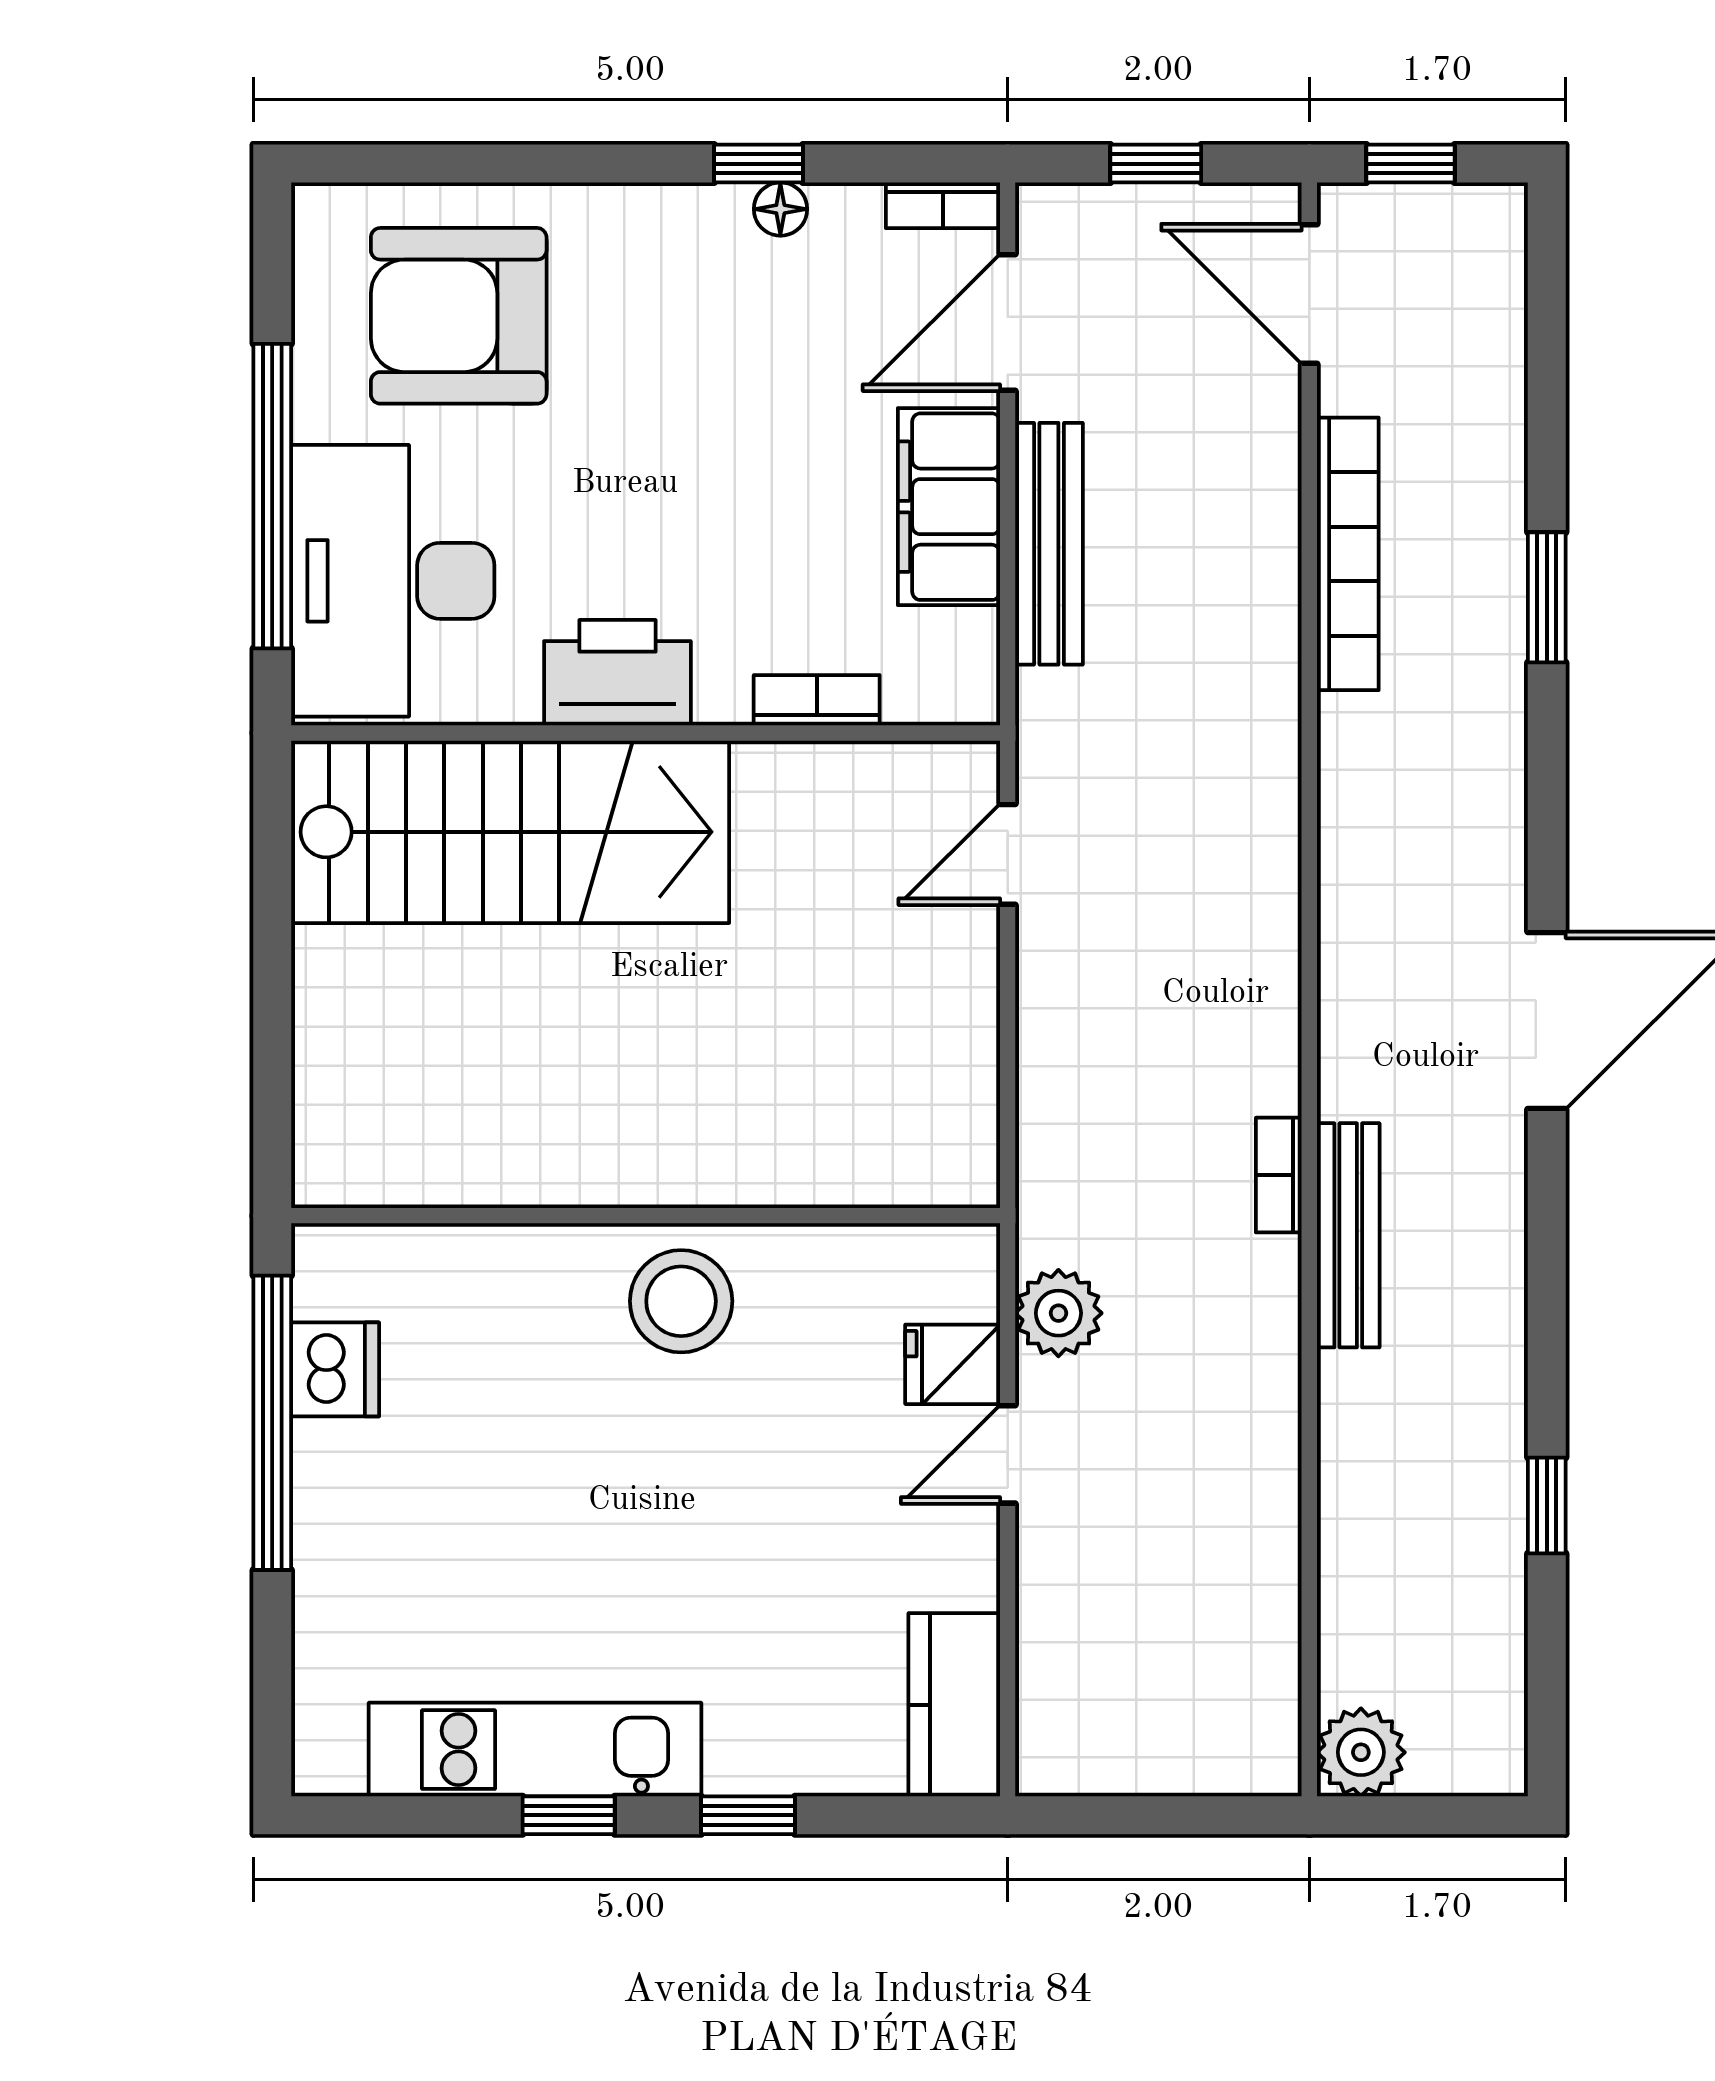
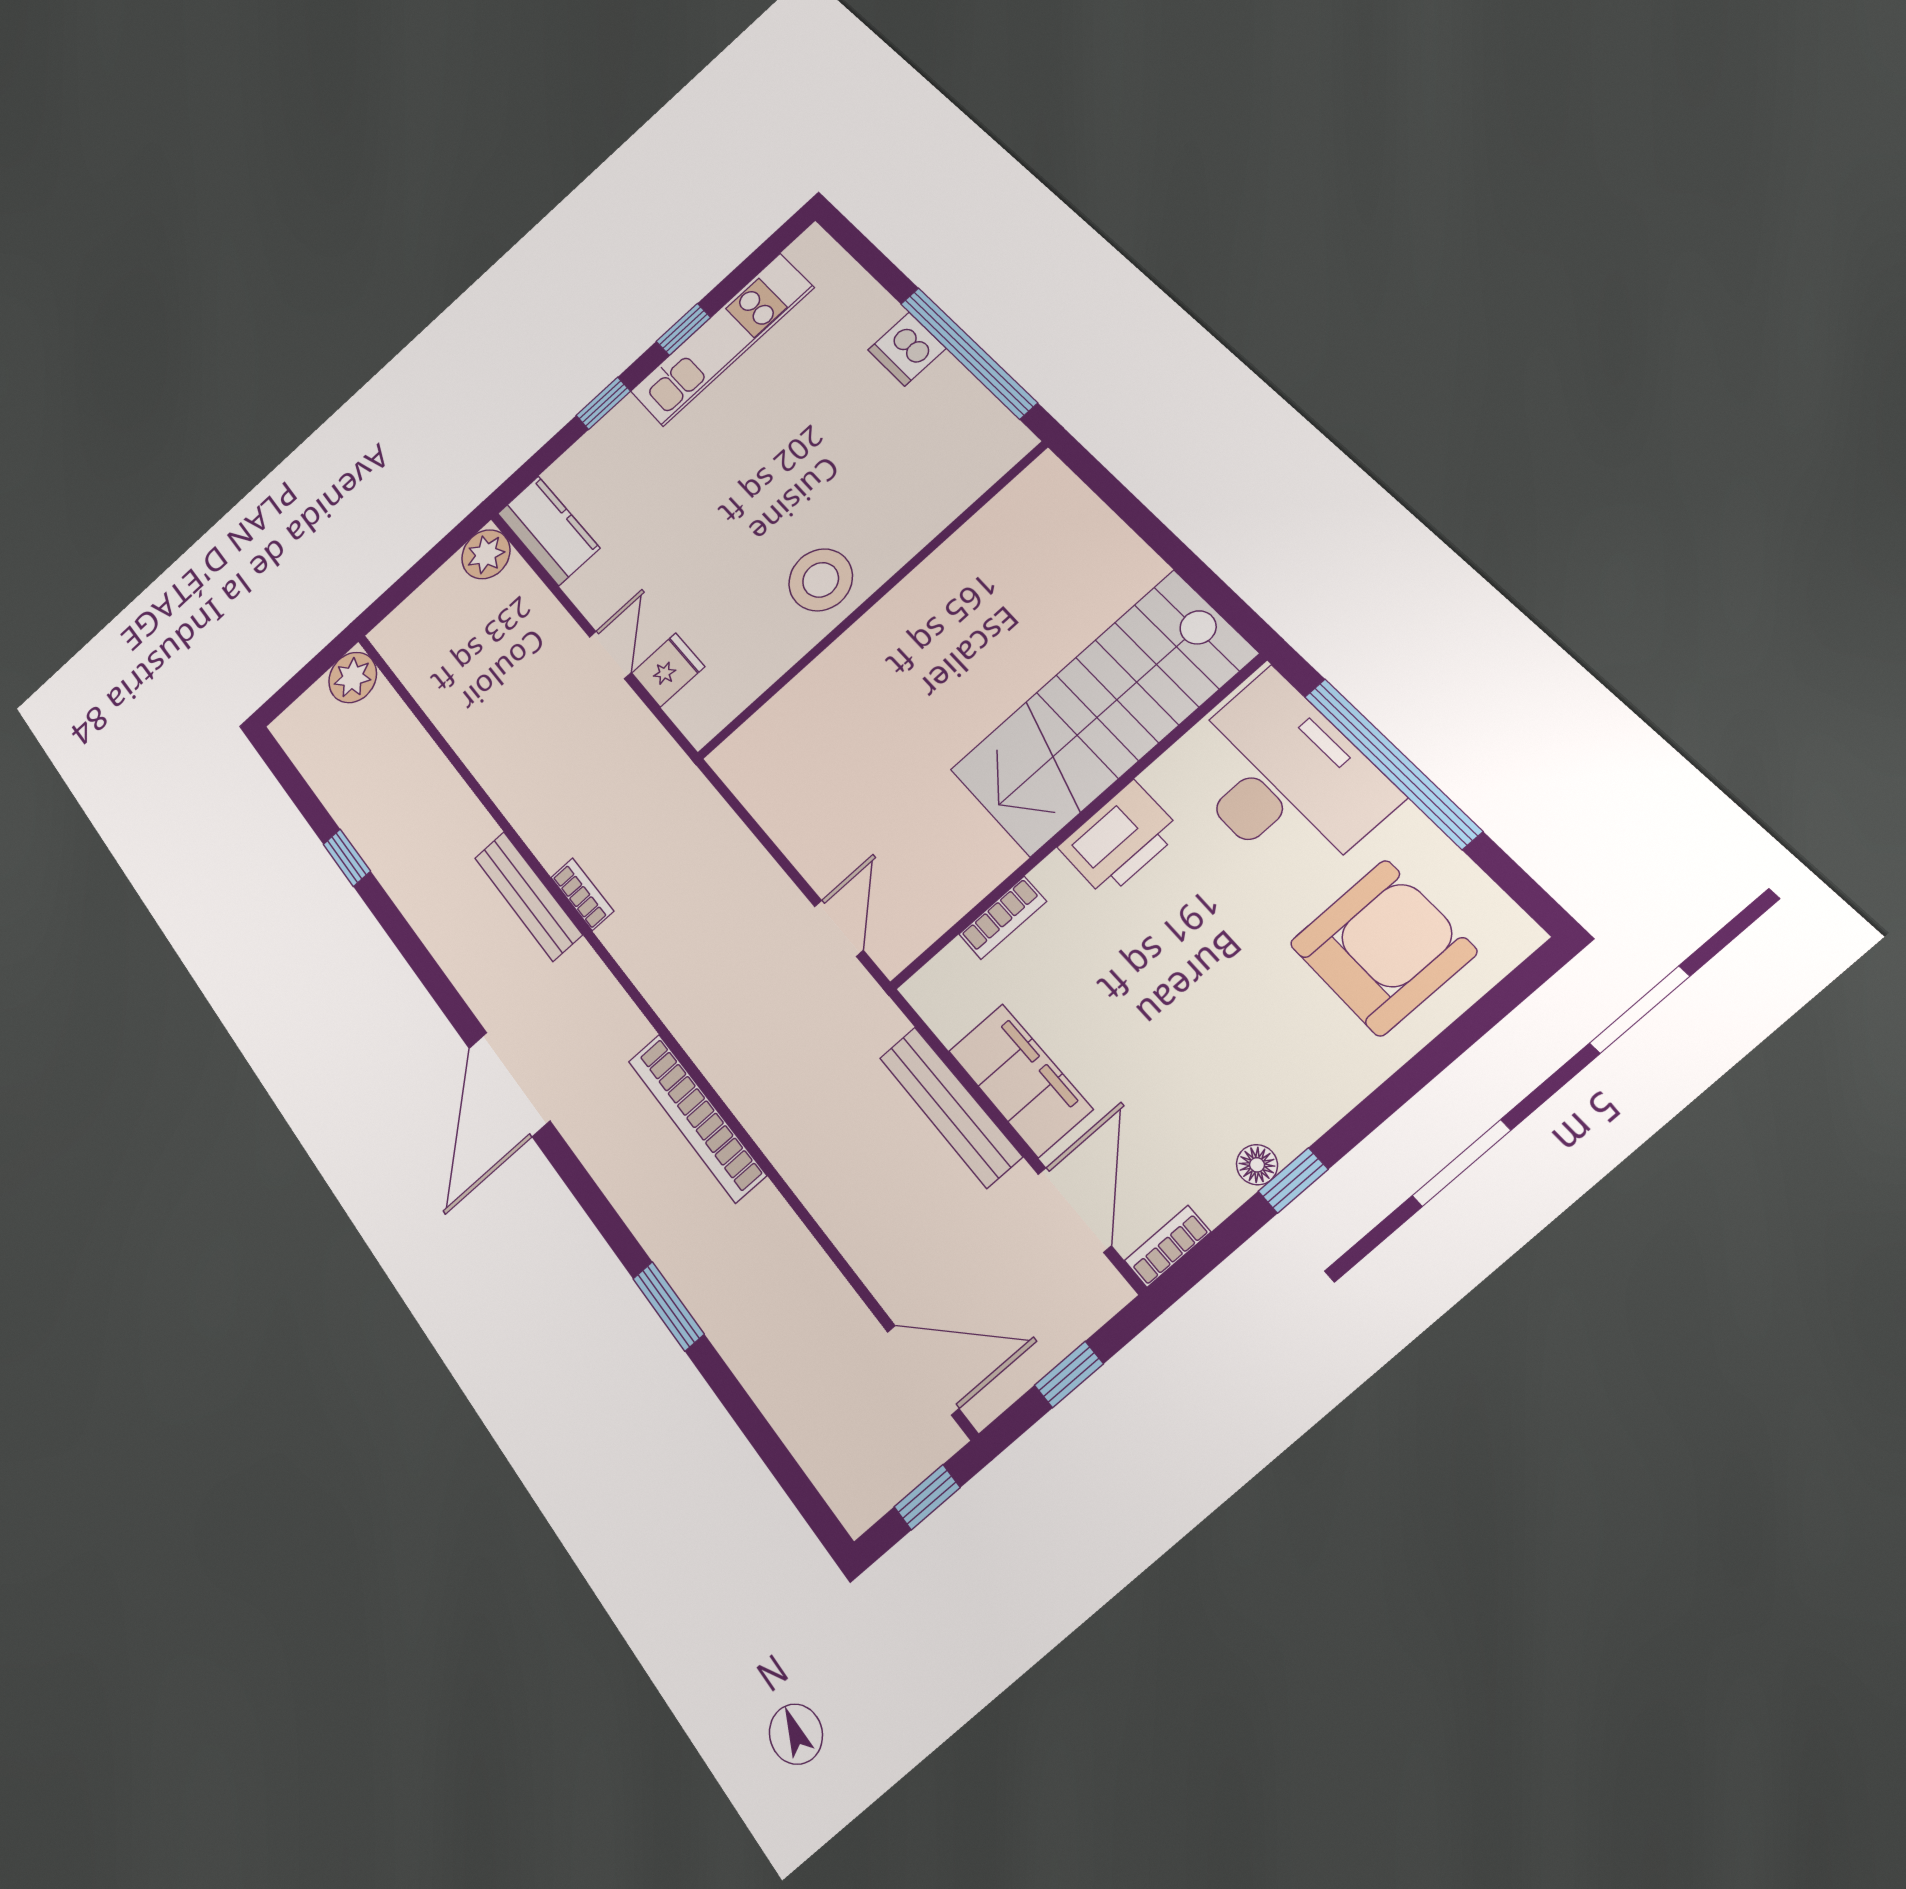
bookcase: (1348, 554) -> (697, 1118), moved
plant: (1058, 1313) -> (486, 554), moved
dishwasher: (335, 1369) -> (907, 349), moved

